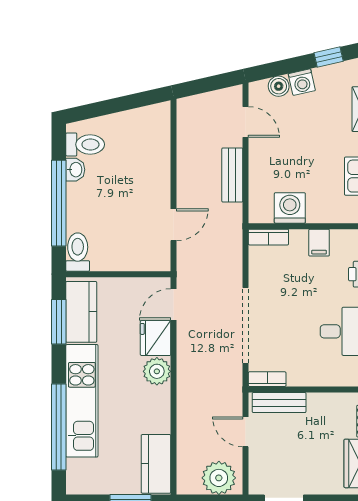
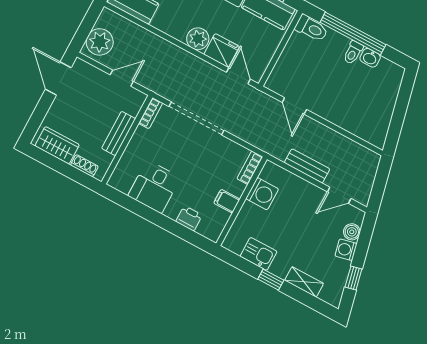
toilet: (85, 144) -> (353, 53), moved, width x0.73, depth x0.72
bench: (279, 403) -> (119, 133), moved

